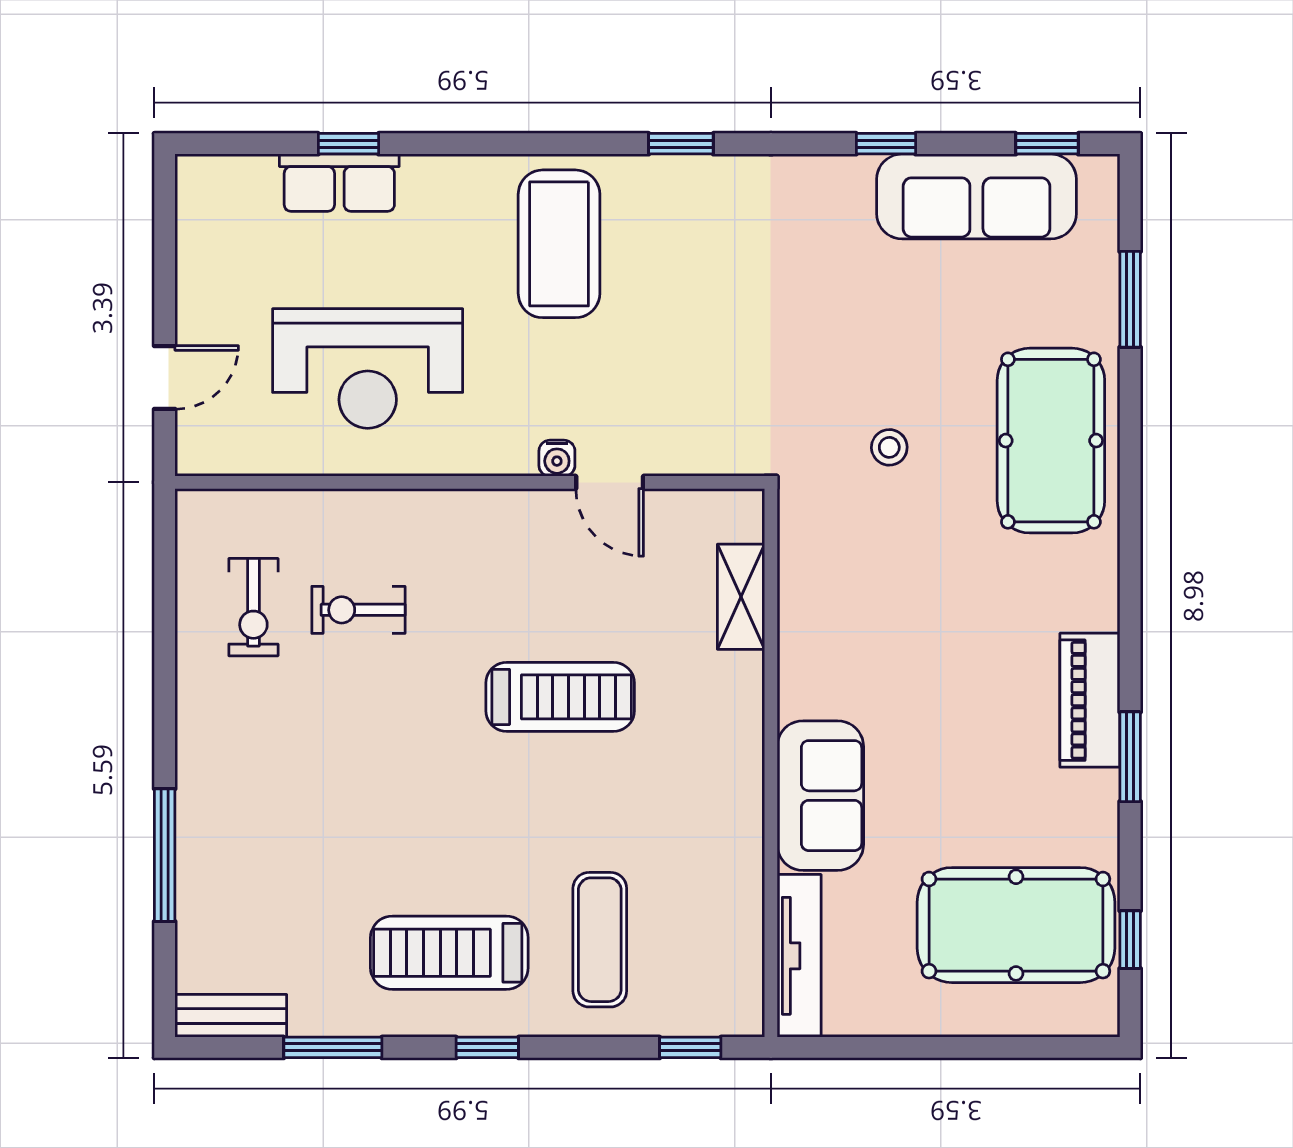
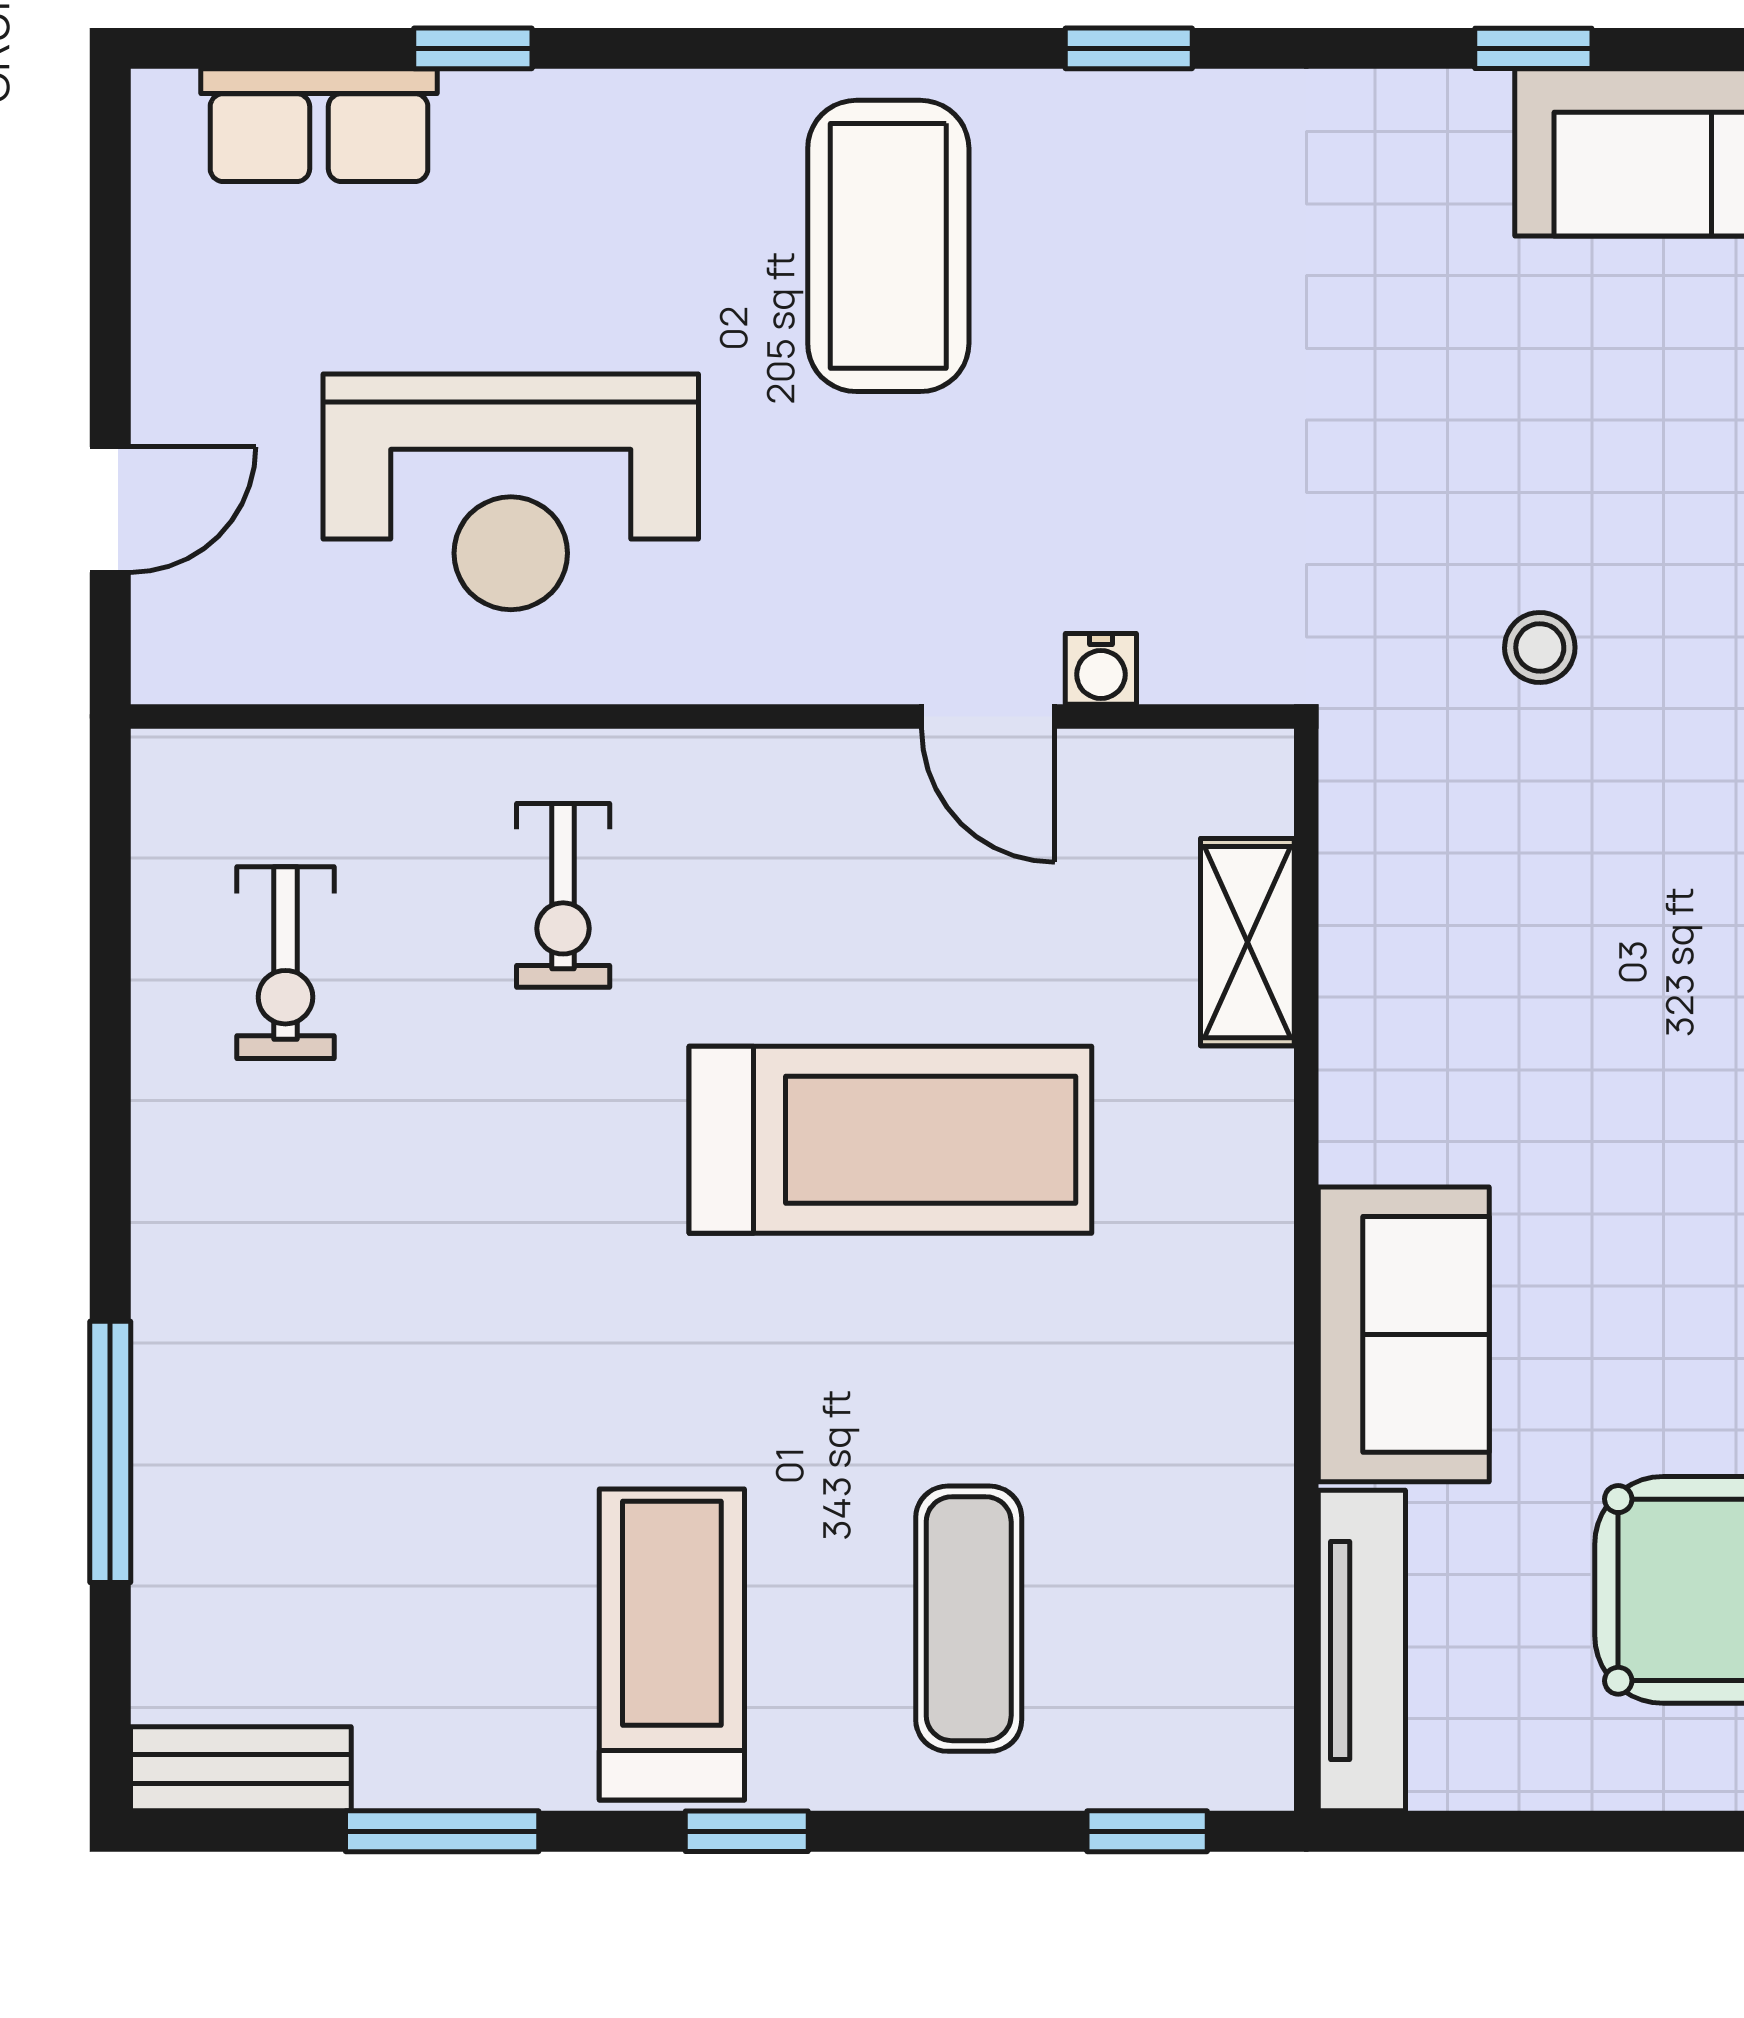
row of seats: (339, 183) -> (319, 125), moved
water cooler: (557, 458) -> (1101, 669), moved
exercise bike: (358, 610) -> (563, 895), moved, turned -90
treadmill: (560, 697) -> (890, 1140), width x1.37, depth x1.38
treadmill: (449, 953) -> (672, 1644), turned 90

